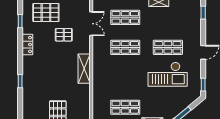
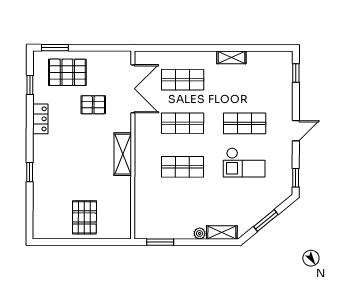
double door: (91, 24) -> (133, 89), width x1.37
checkout: (168, 74) -> (244, 162), width x0.73, depth x0.83
shop shelf: (125, 107) -> (182, 167), moved

